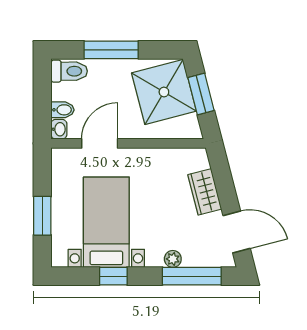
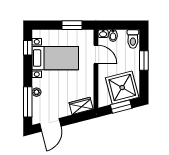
window: (111, 50) -> (144, 61), width x0.69
wardrobe: (205, 192) -> (81, 106), moved
window: (42, 216) -> (72, 25), moved
window: (113, 276) -> (28, 48), moved

